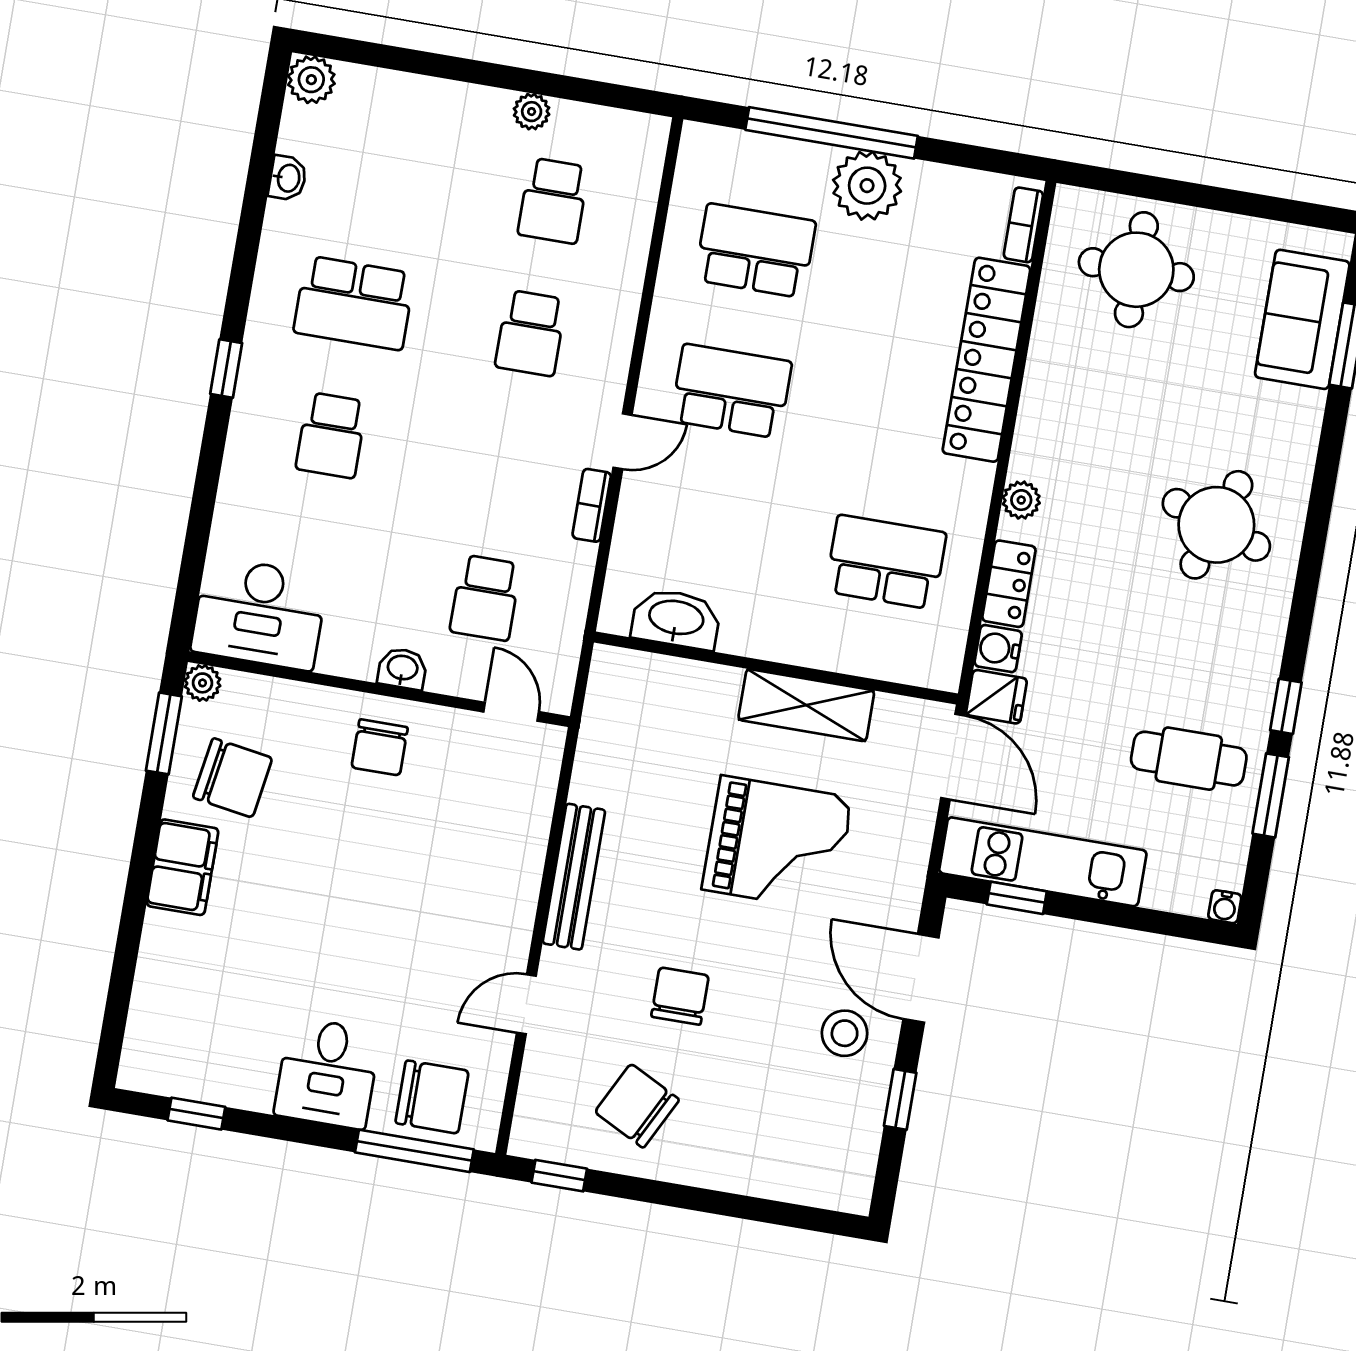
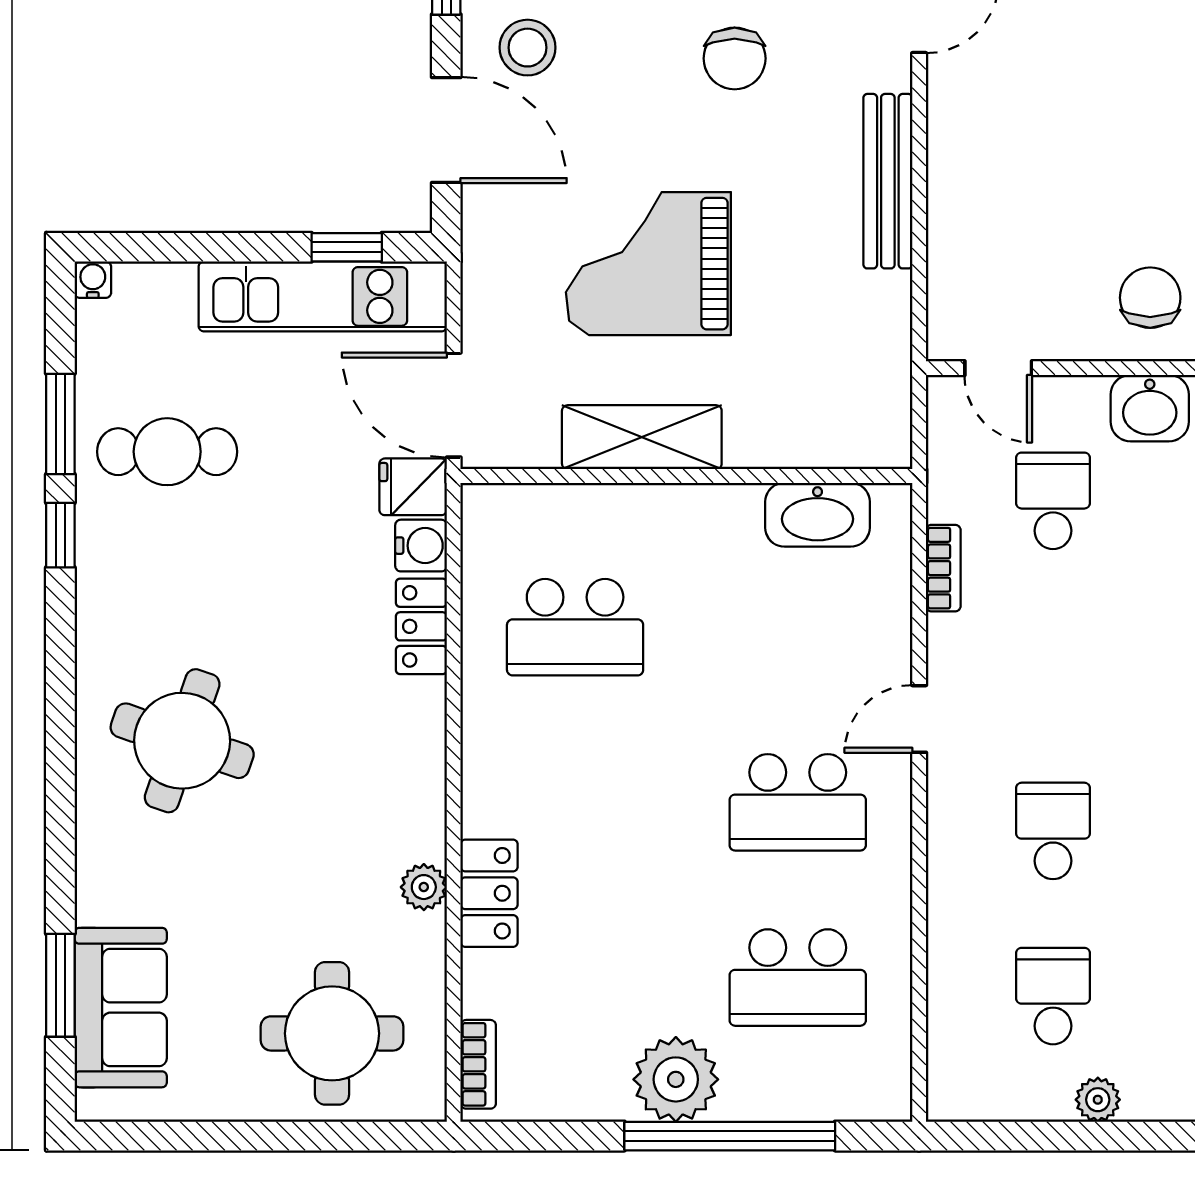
locker: (986, 360) -> (489, 893), width x0.46, depth x0.83
plant: (1021, 500) -> (424, 887), moved
bookcase: (592, 505) -> (943, 568), moved
washbasin: (402, 669) -> (1150, 408), width x1.38, depth x1.45

